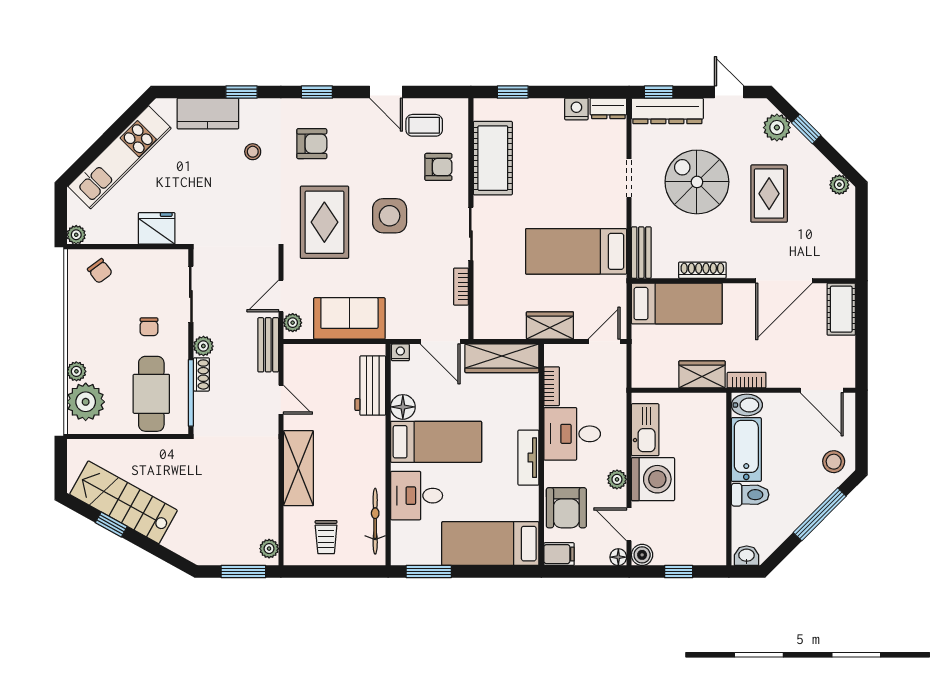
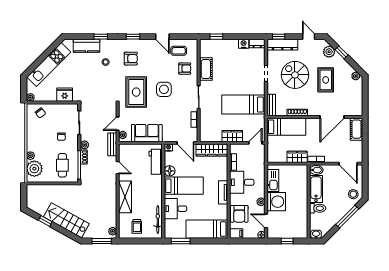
cot: (493, 158) -> (206, 69), width x0.73, depth x0.75
cafe table: (151, 394) -> (62, 165), width x0.73, depth x0.74
stairs: (124, 502) -> (66, 220), moved
boiler: (642, 555) -> (272, 234), removed

